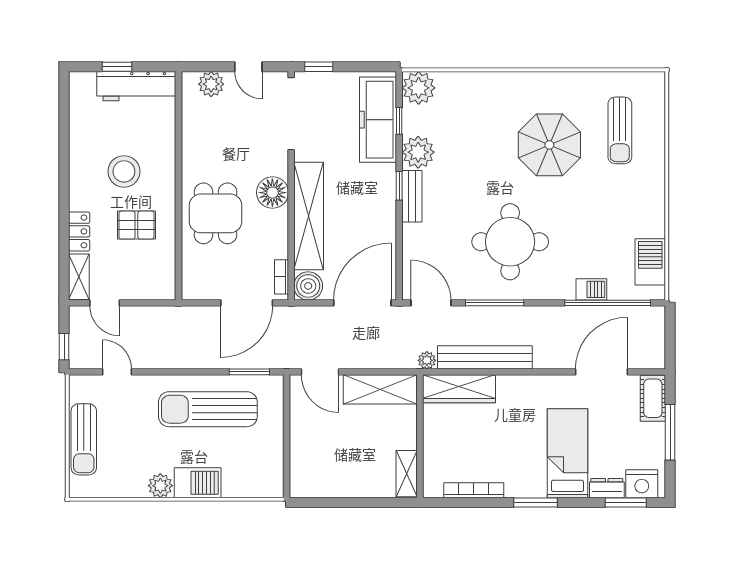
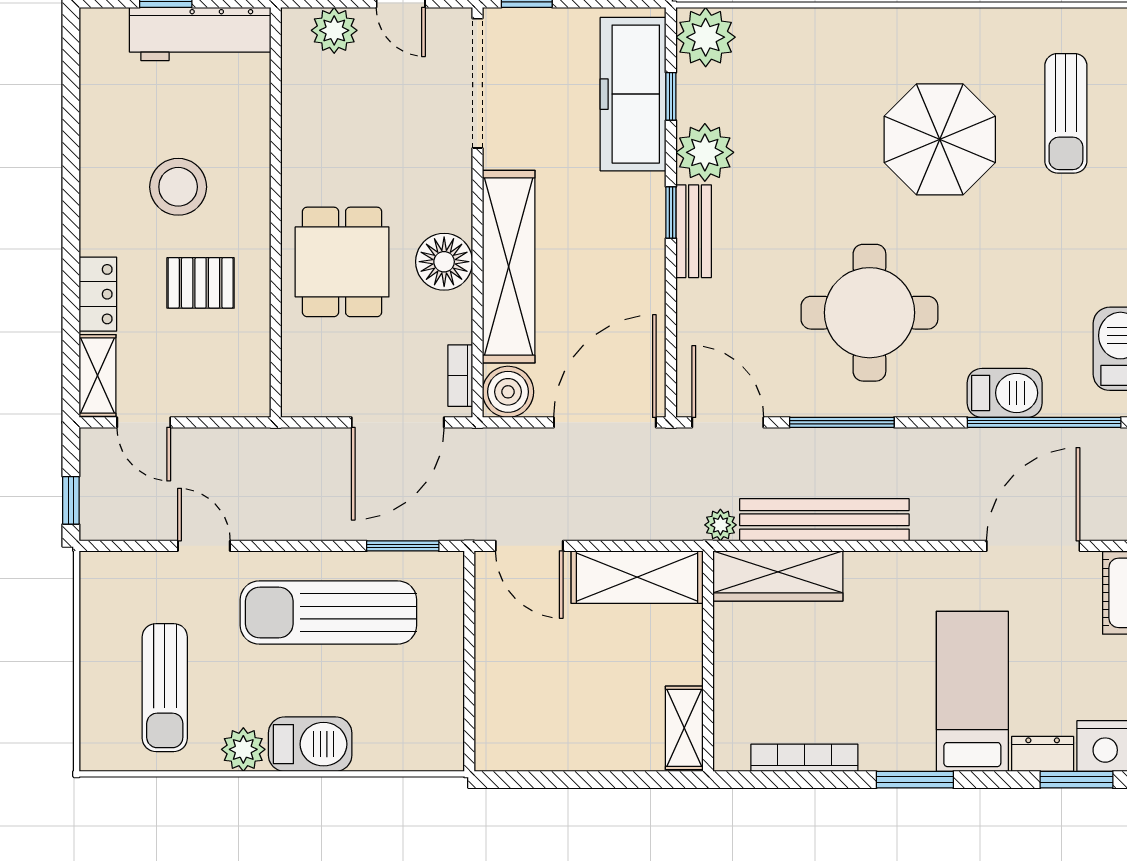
floor lamp: (272, 193) -> (444, 262), moved
barbecue: (591, 289) -> (1005, 393), width x1.38, depth x1.27
door: (117, 372) -> (204, 546), moved
sun lounger: (84, 439) -> (165, 688), moved

